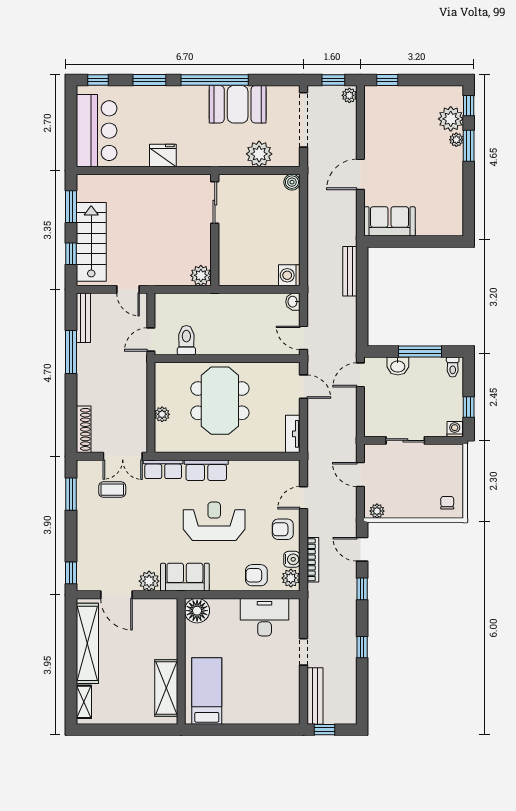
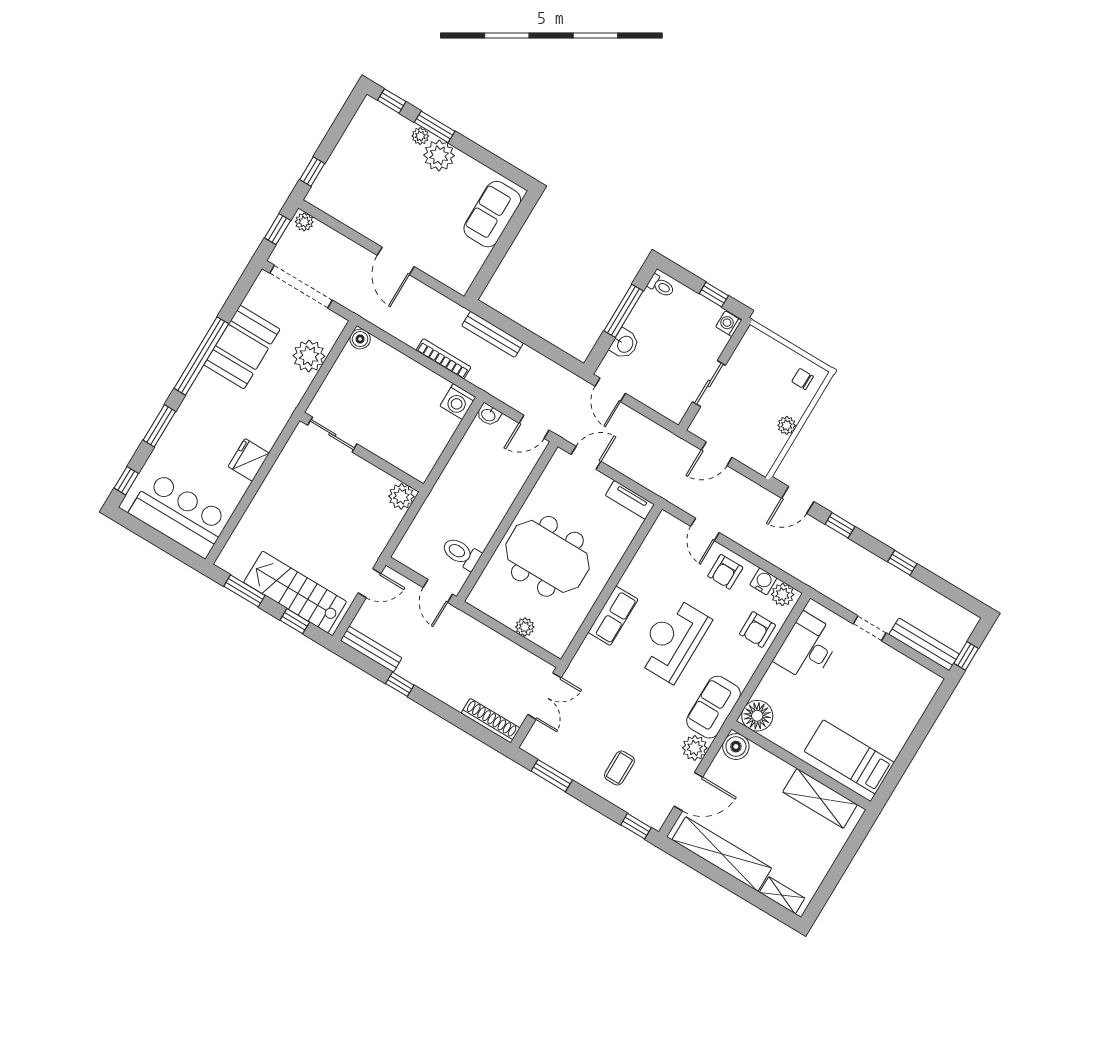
plant: (451, 119) -> (439, 155), moved
sofa: (389, 221) -> (492, 214), moved
window: (71, 352) -> (400, 684), width x0.46
row of seats: (163, 469) -> (584, 661), removed
coffee table: (112, 490) -> (619, 768), moved
plant: (377, 511) -> (787, 425), moved
bookcase: (313, 560) -> (443, 359), moved
boiler: (167, 609) -> (736, 747), added

